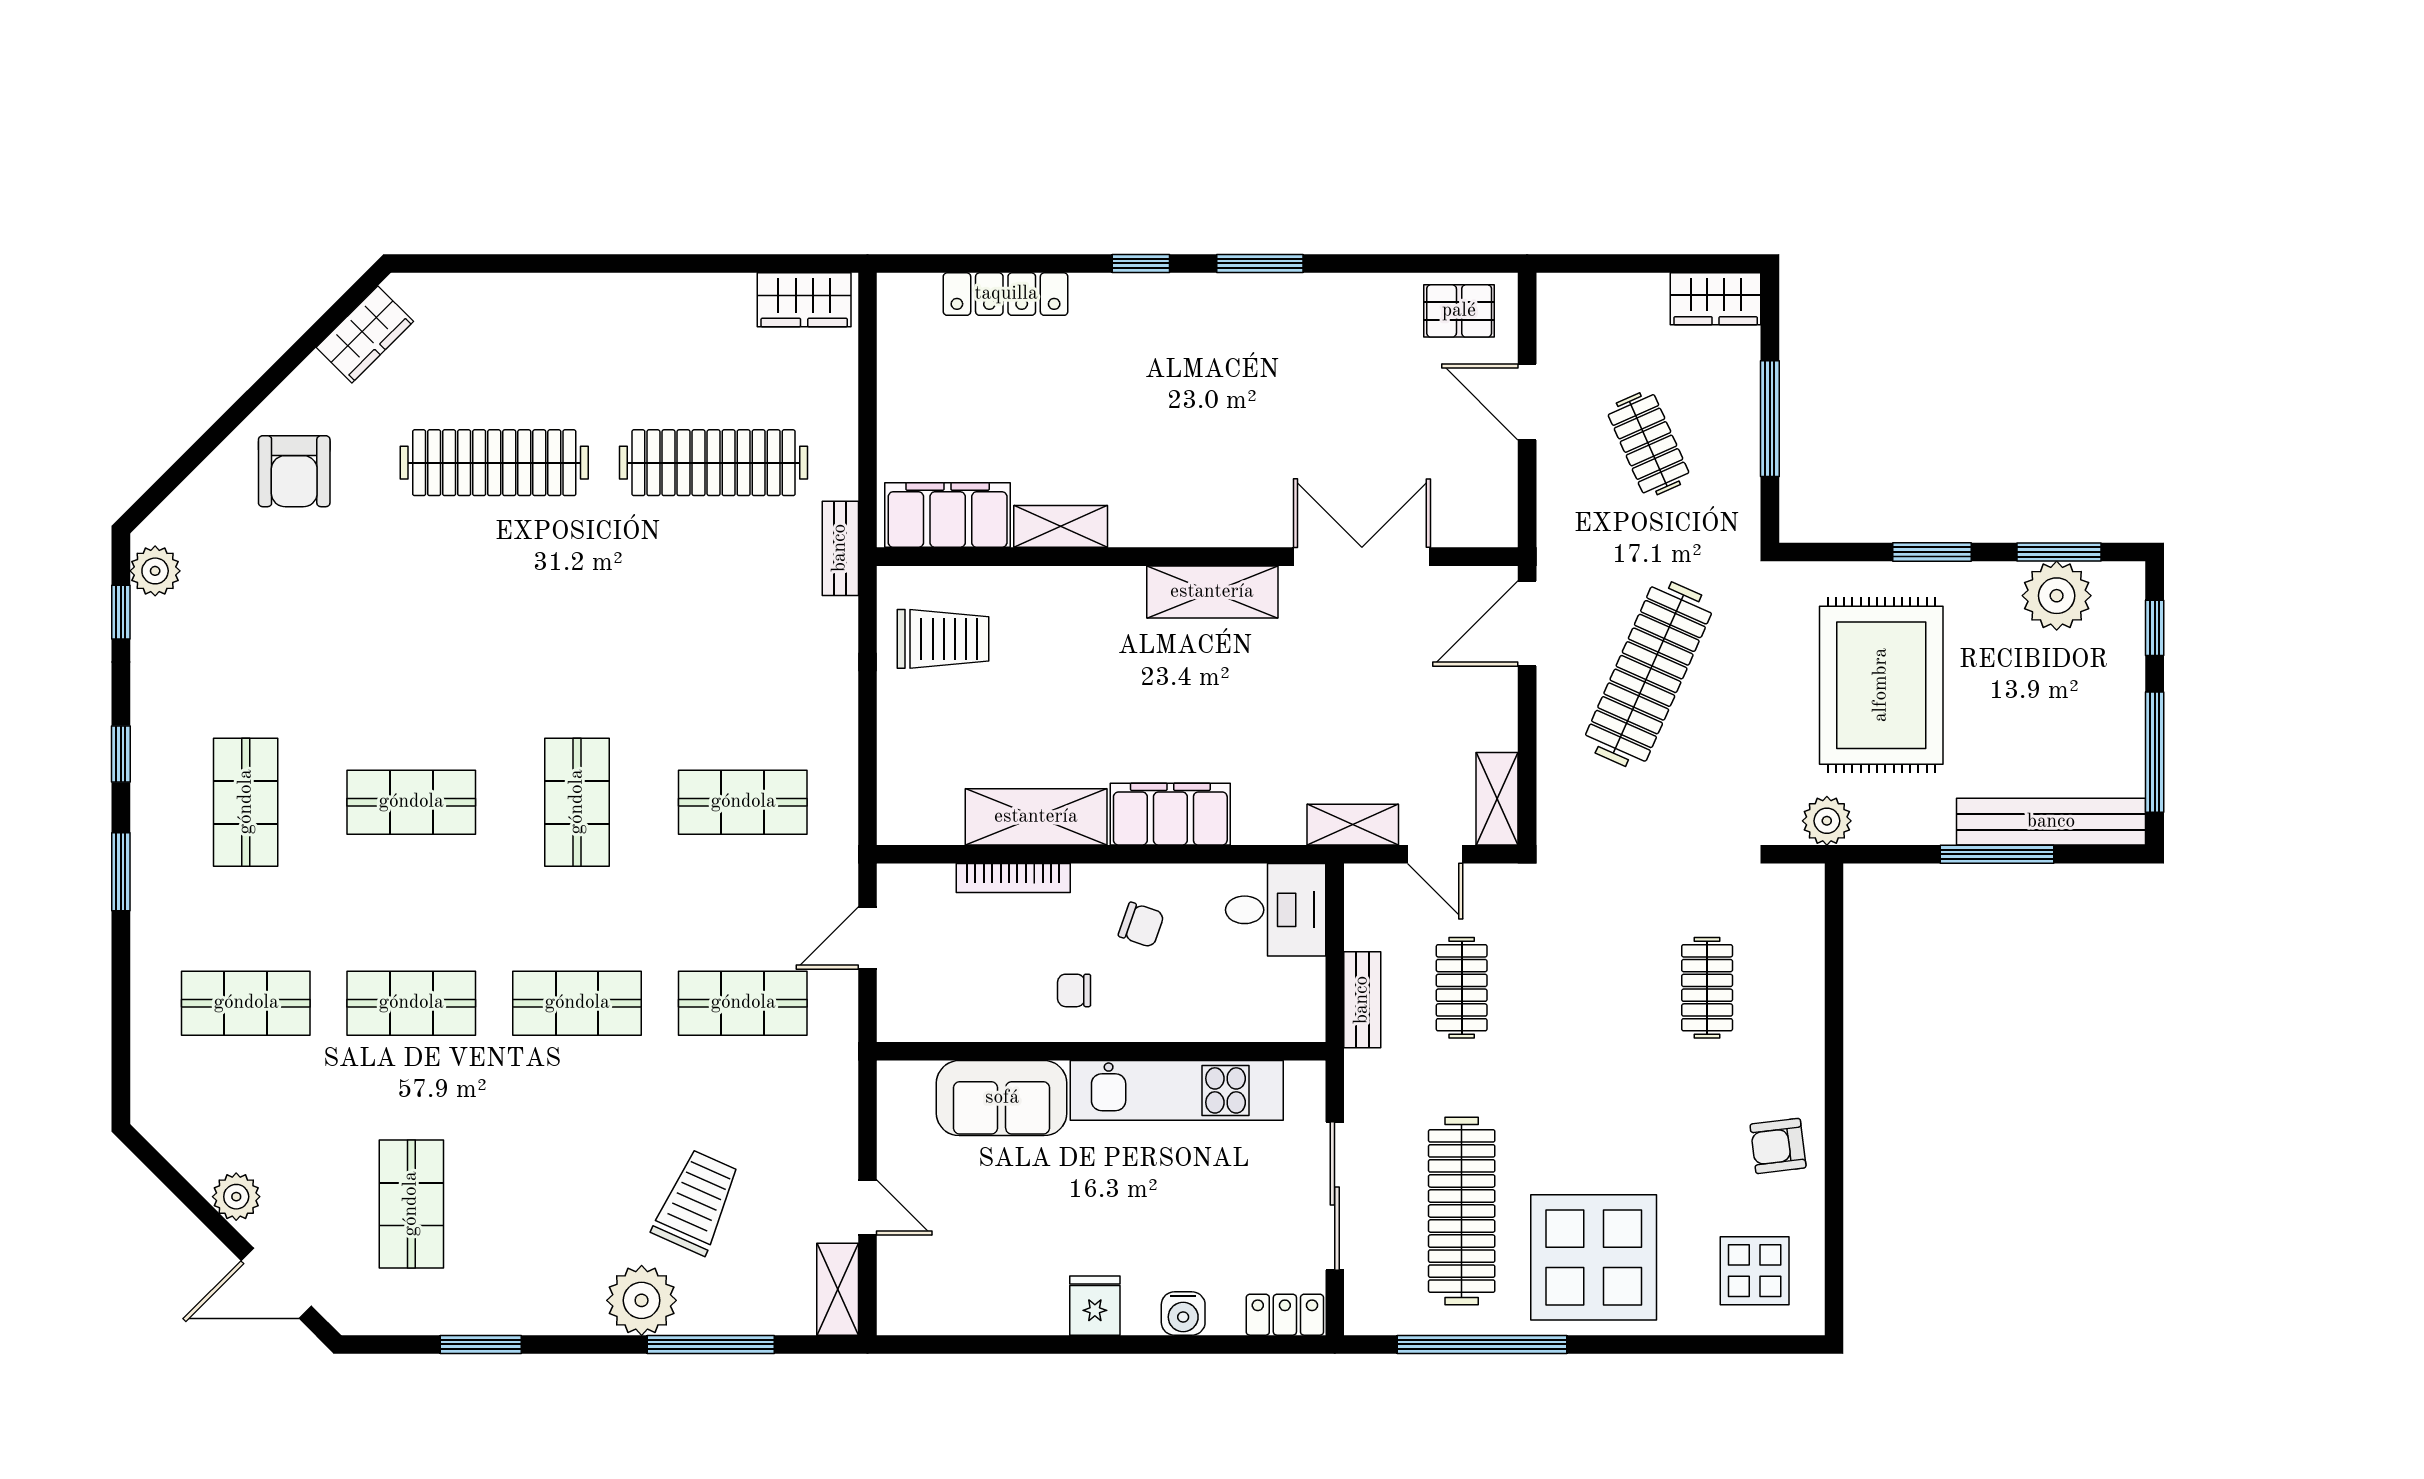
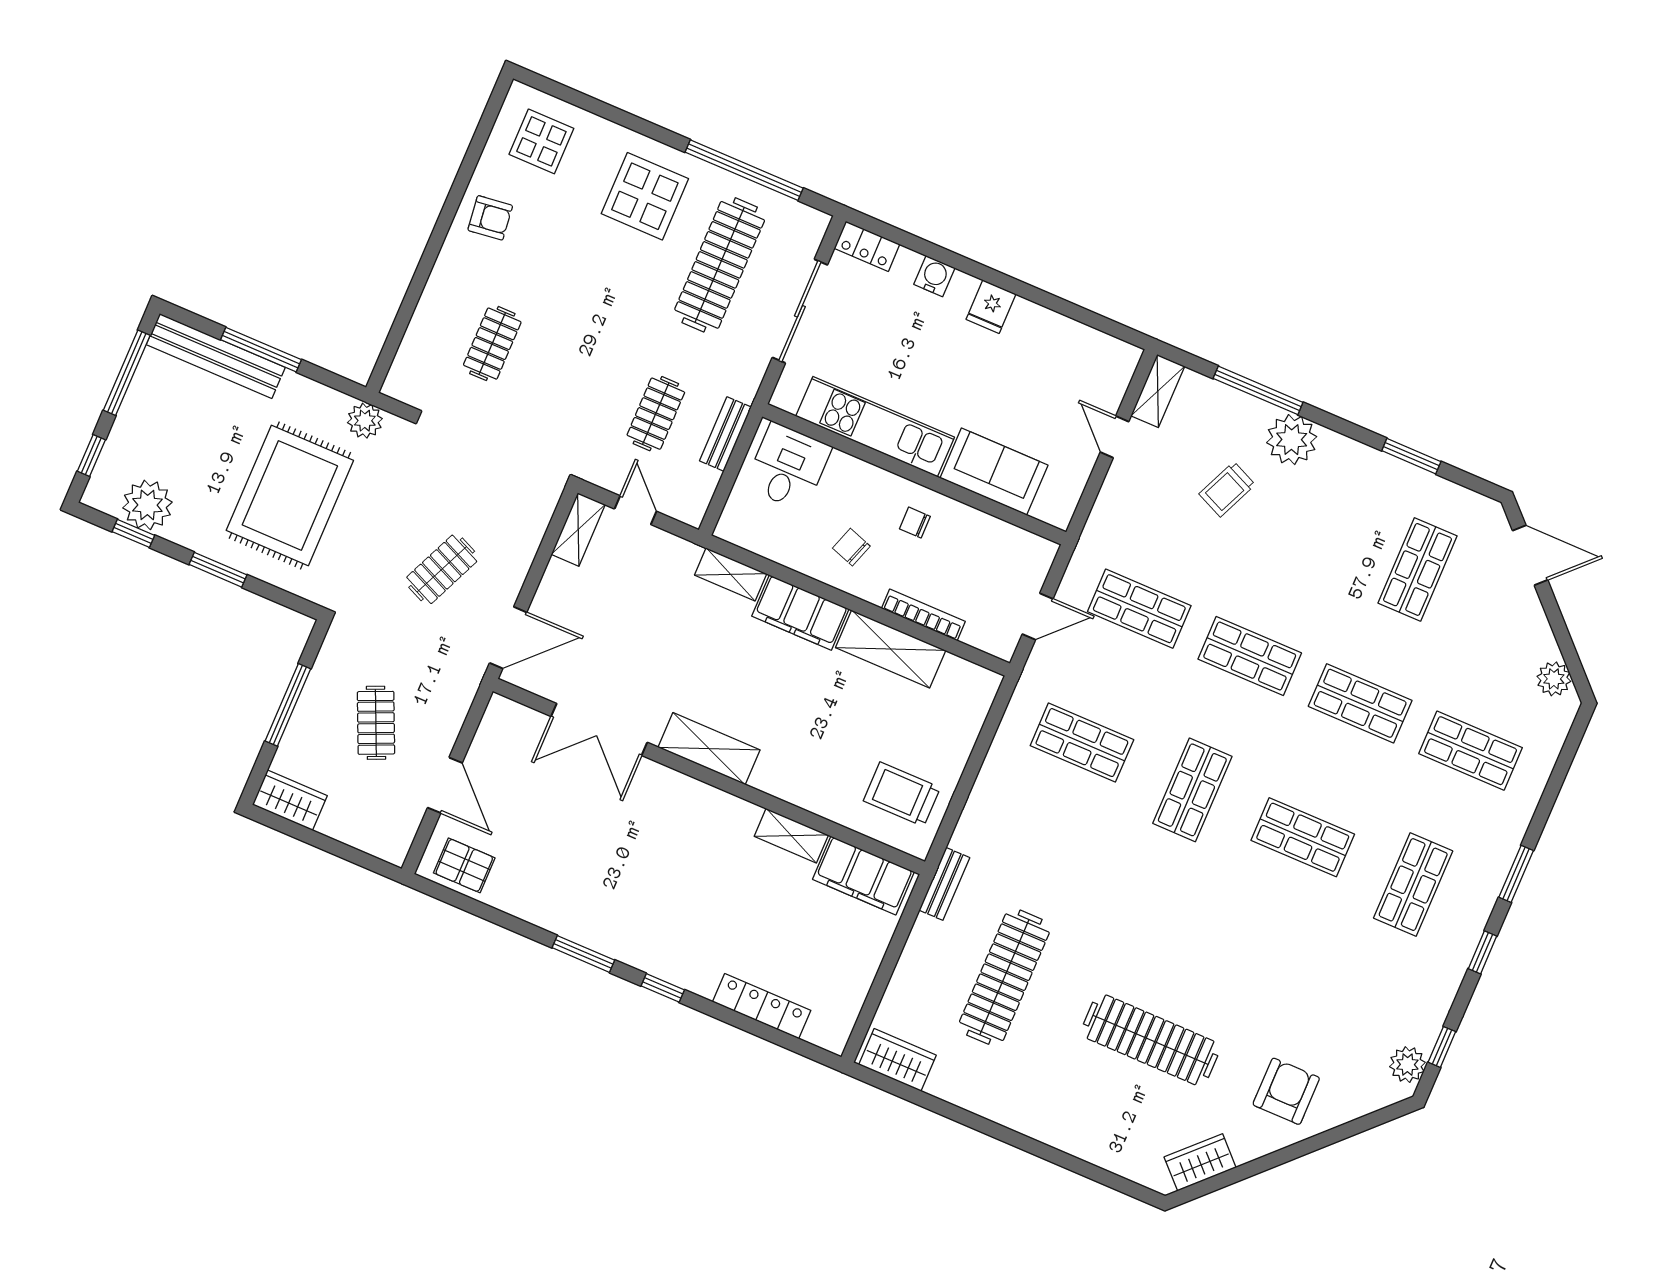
clothes rail: (714, 463) -> (1004, 977), turned 90
window: (2059, 552) -> (133, 533), width x0.67
clothes rail: (1648, 674) -> (442, 569), width x0.54, depth x0.76
shelving: (1353, 825) -> (731, 574), moved
desk: (1276, 910) -> (788, 467), moved, turned 90
chair: (1074, 990) -> (915, 523), turned 180
plant: (236, 1197) -> (1554, 679), moved
trolley: (696, 1202) -> (1227, 489), width x0.73, depth x0.72
display table: (1594, 1257) -> (645, 196), width x0.73, depth x0.73

